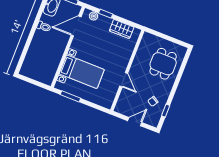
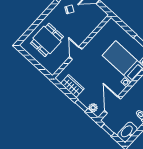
door: (76, 26) -> (112, 105), swing flipped
door: (124, 80) -> (76, 53), moved

